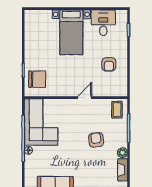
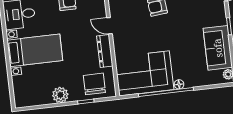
plant: (31, 49) -> (60, 95), added
dresser: (64, 91) -> (105, 51), added

